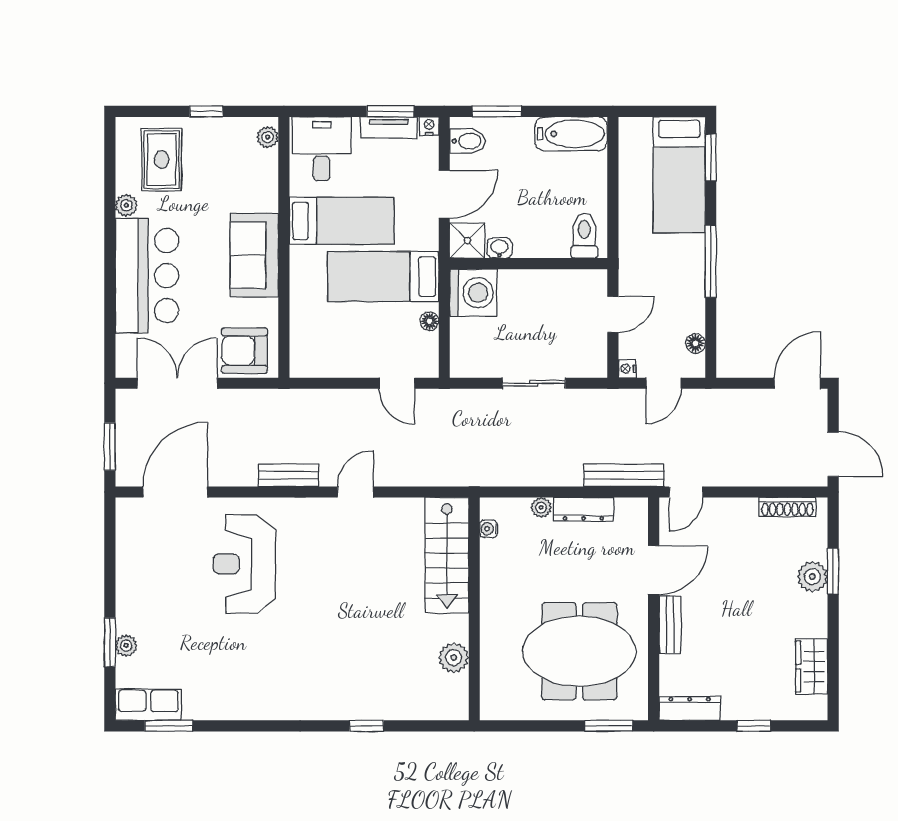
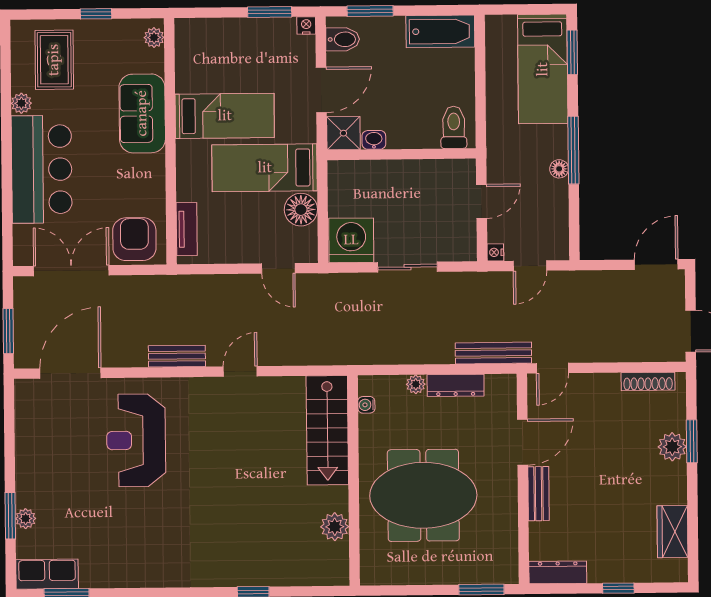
tv unit: (389, 128) -> (187, 229), moved, turned -90
desk: (322, 149) -> (205, 48), removed
sofa: (254, 255) -> (142, 113), moved
washing machine: (473, 293) -> (351, 240), moved, turned -90
floor lamp: (430, 321) -> (301, 210), width x1.89, depth x1.89
floor lamp: (695, 343) -> (559, 169), moved
armchair: (245, 351) -> (134, 239), turned 90
meeting table: (579, 651) -> (423, 495), moved

